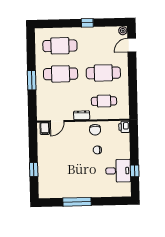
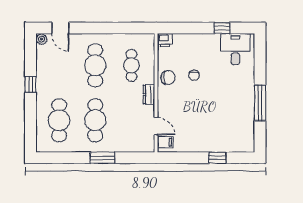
desk: (118, 171) -> (235, 49), moved

